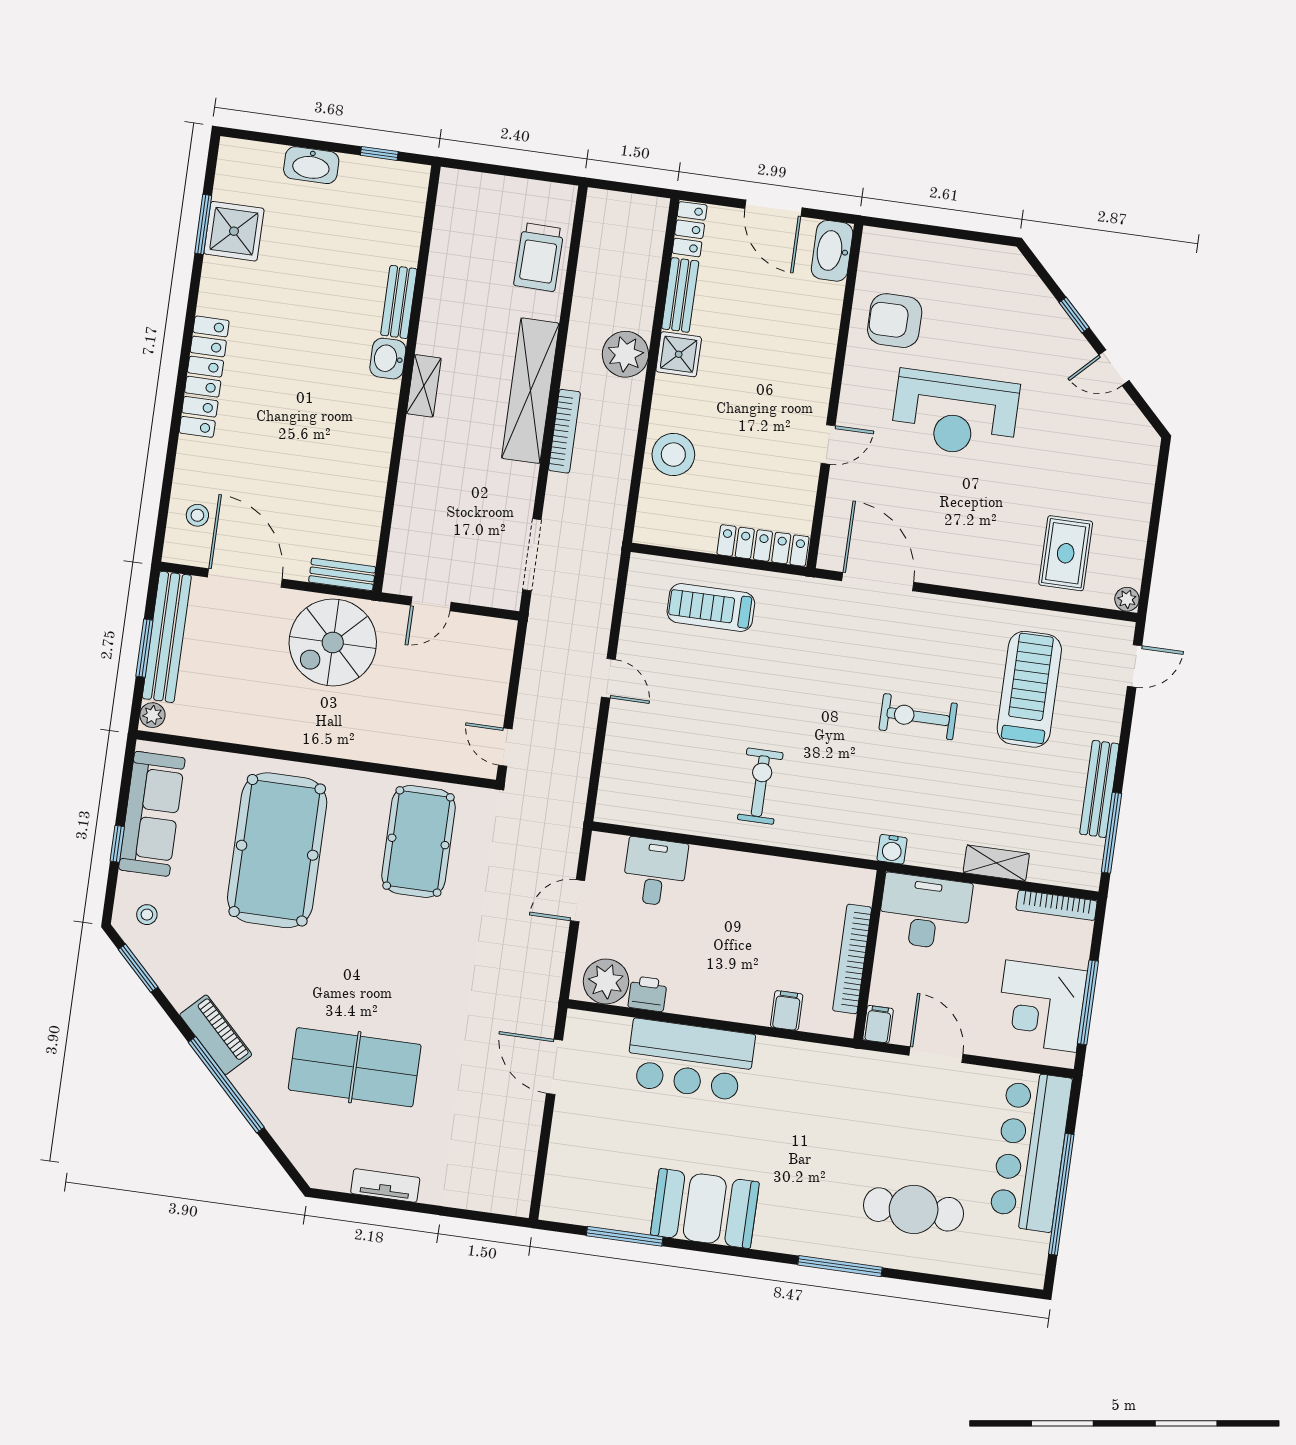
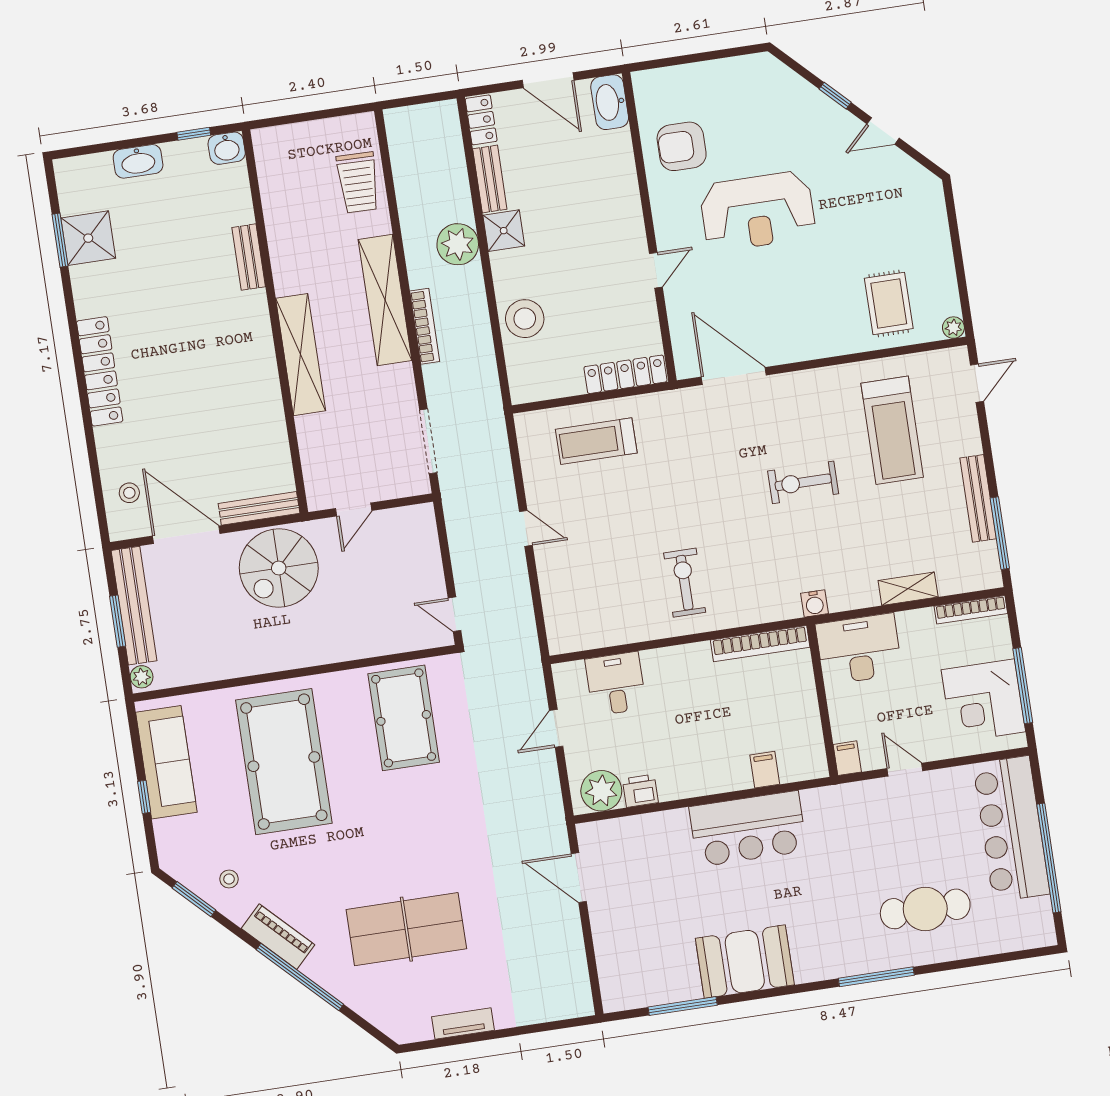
washbasin: (388, 359) -> (227, 148), moved, turned -90
shelving: (424, 386) -> (301, 355), width x2.20, depth x1.33
bench: (342, 574) -> (259, 508), width x1.36
treadmill: (1029, 689) -> (892, 430), turned 180
stool: (147, 915) -> (229, 879), moved
bookcase: (852, 959) -> (760, 644), moved, turned -90
door: (936, 1055) -> (905, 770), width x0.73
bar counter: (690, 1060) -> (748, 829), moved

